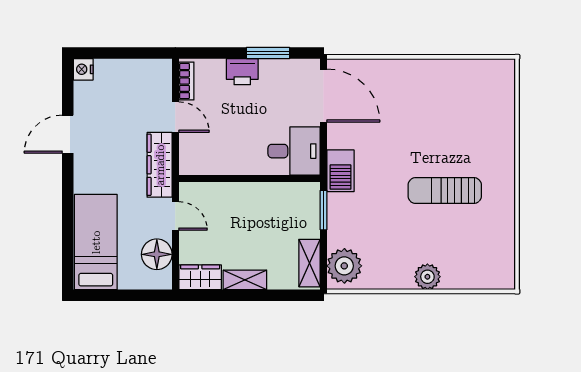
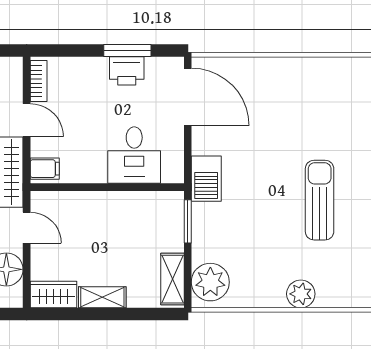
printer: (242, 72) -> (127, 71), moved
desk: (294, 151) -> (134, 155), moved, turned 90
filing cabinet: (192, 162) -> (45, 169), added
sun lounger: (445, 191) -> (320, 200), turned 90

